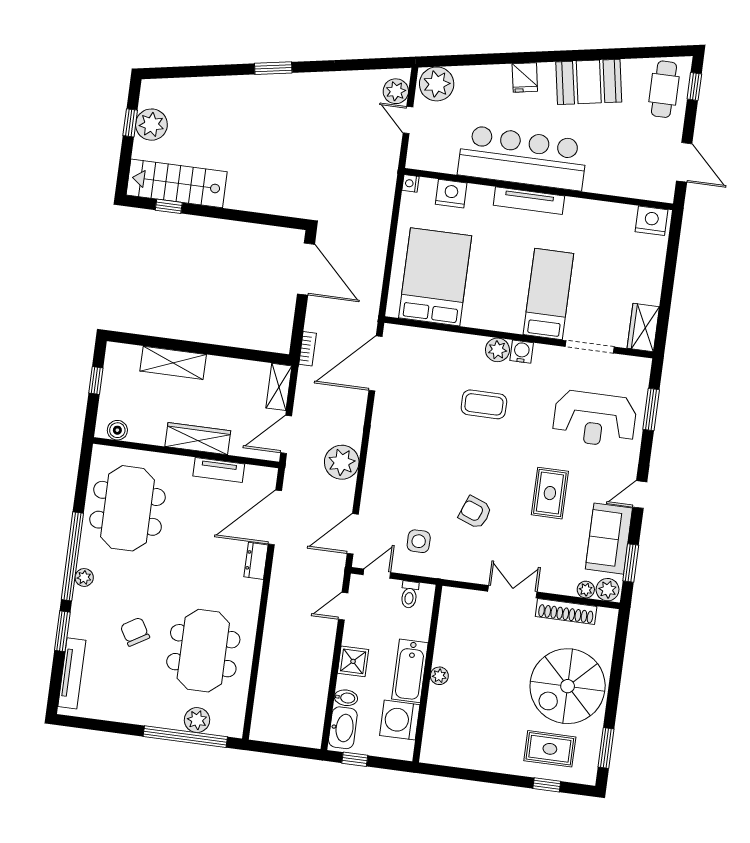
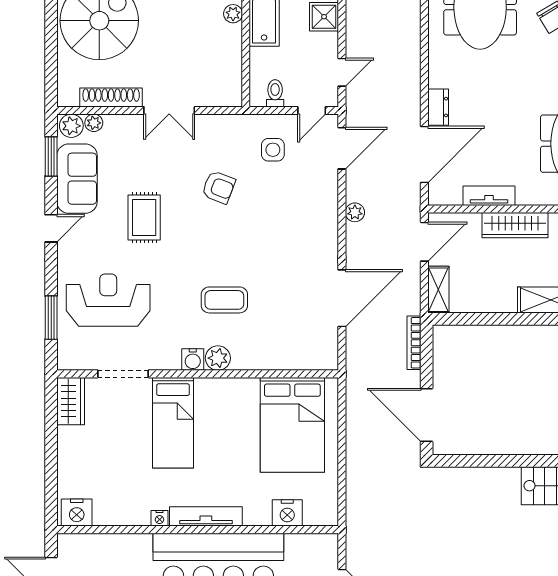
nightstand: (410, 183) -> (160, 518), moved, turned 90
bookcase: (308, 349) -> (414, 343), width x1.56
door: (375, 363) -> (342, 298), moved
plant: (342, 462) -> (355, 212), width x0.53, depth x0.53

